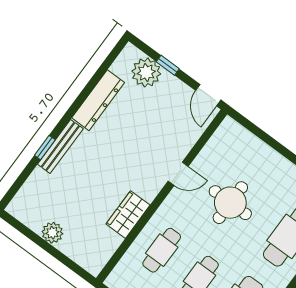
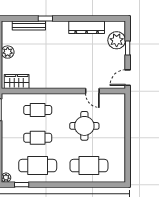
bench: (60, 146) -> (29, 25), moved
door: (178, 174) -> (92, 91), moved
wardrobe: (128, 215) -> (17, 82), moved

